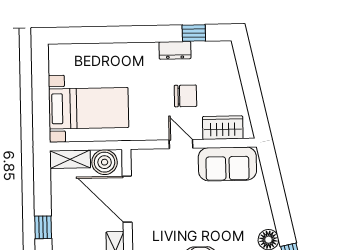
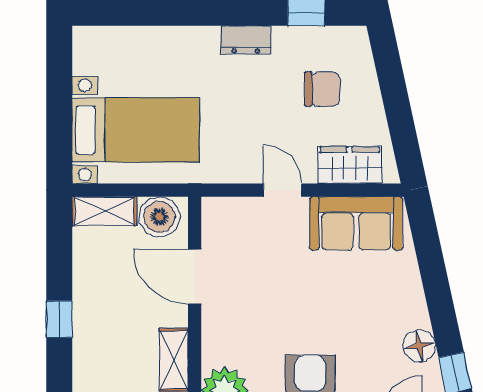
dresser: (175, 50) -> (246, 40), moved
chair: (185, 96) -> (322, 89), moved
door: (127, 199) -> (195, 277), width x0.73

